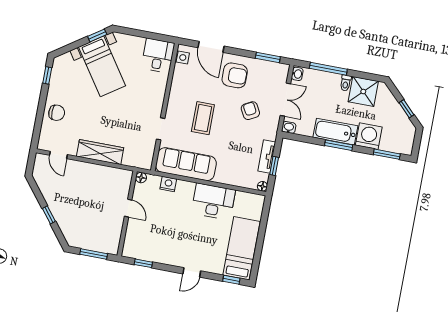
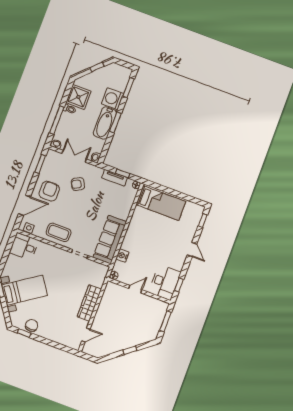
chair: (57, 113) -> (32, 325), moved
coffee table: (203, 118) -> (59, 232), moved
desk: (213, 202) -> (165, 282), moved, turned 180
bed: (242, 248) -> (161, 203), moved, turned 180

